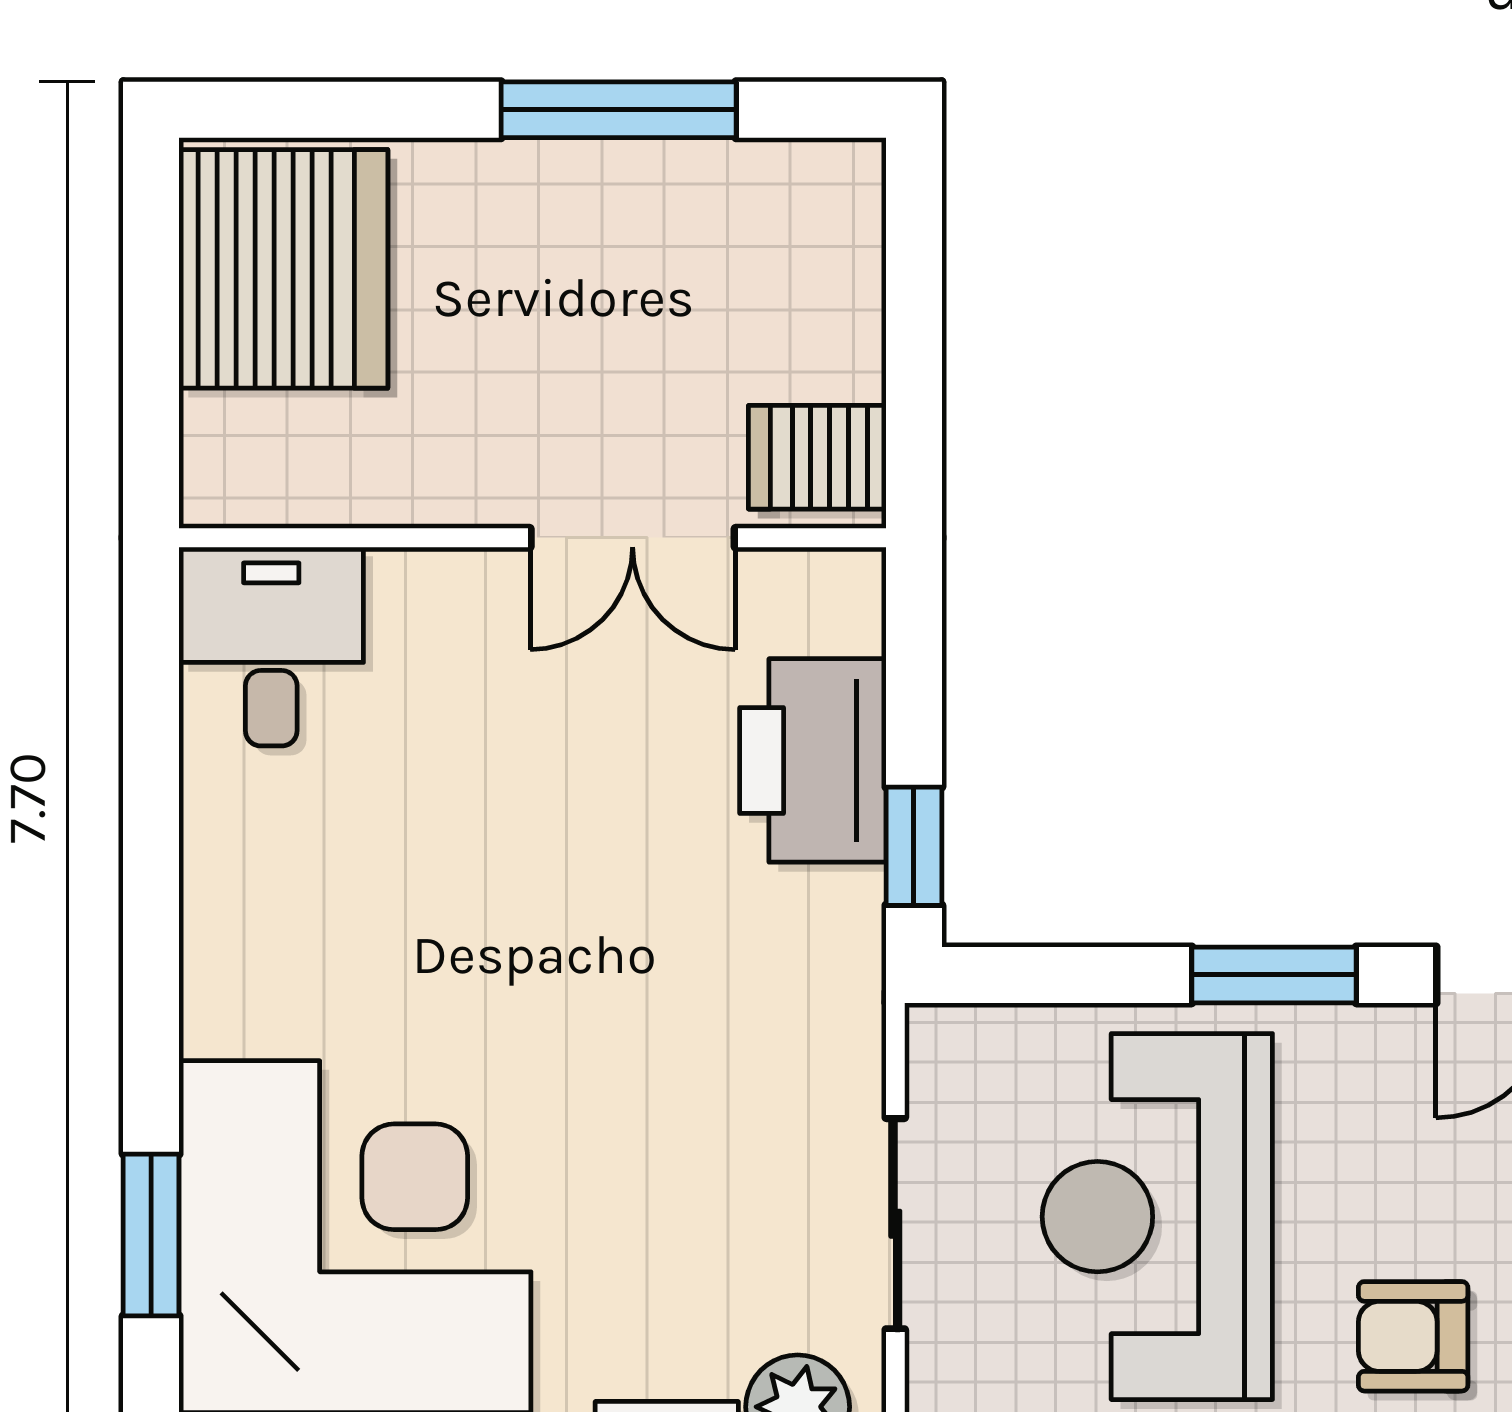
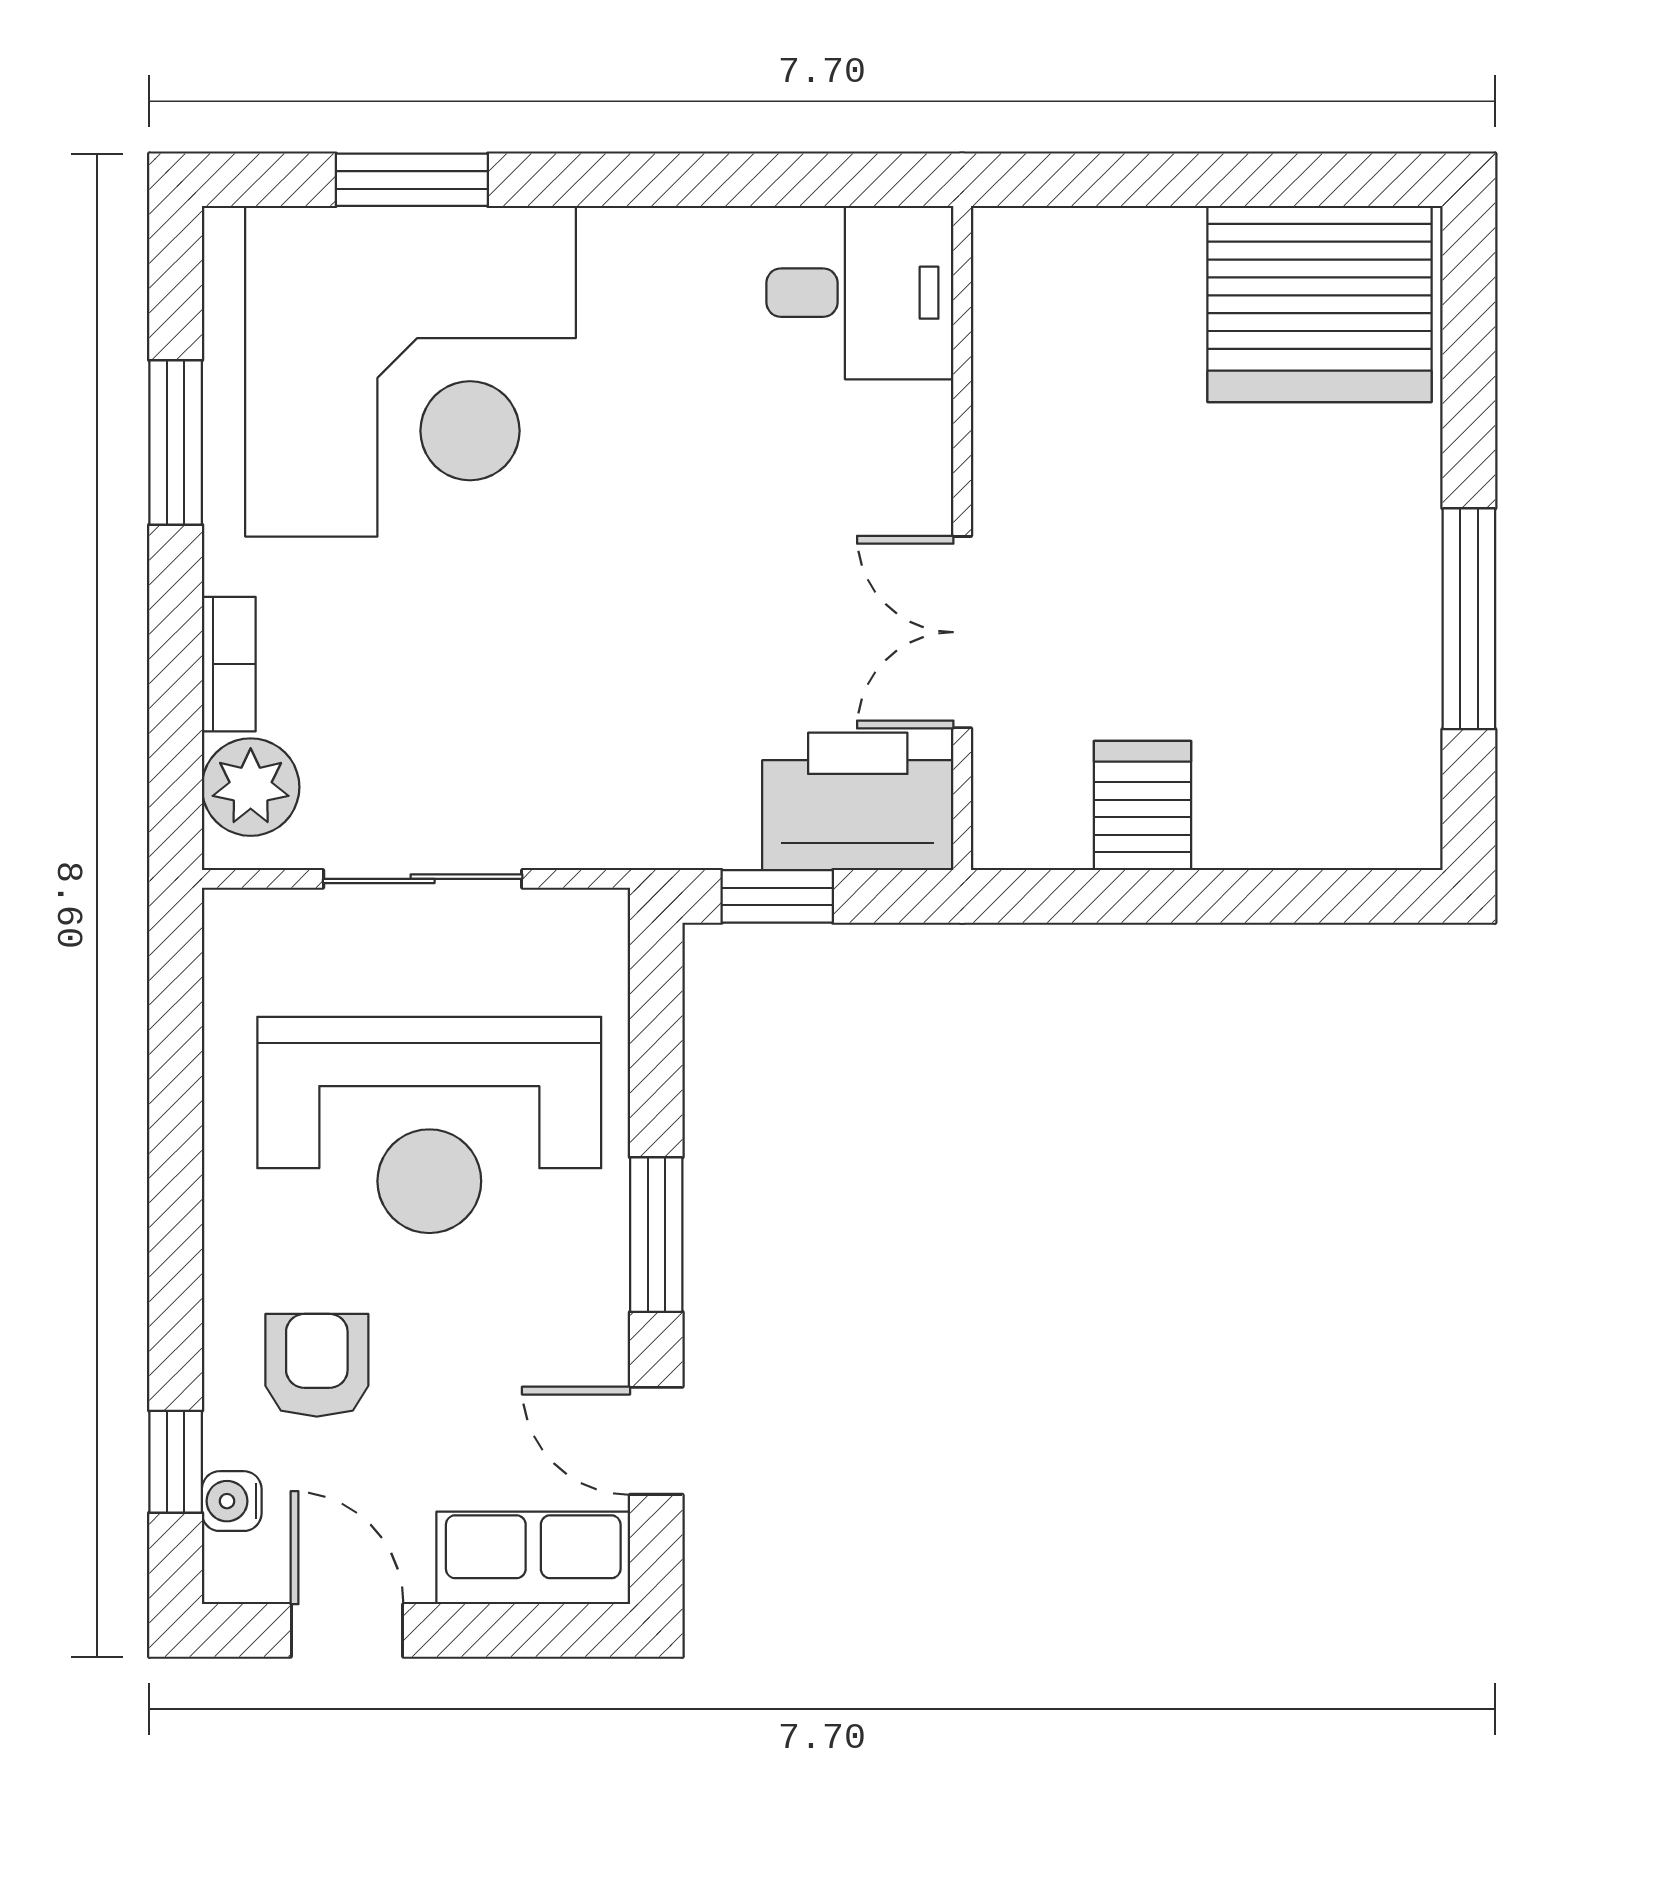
wall: (532, 538) -> (962, 538), moved
double door: (633, 538) -> (962, 632), moved
desk: (271, 647) -> (860, 293), moved
reception desk: (1157, 1217) -> (429, 1125), turned 180

